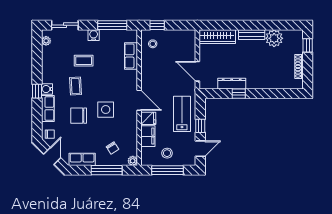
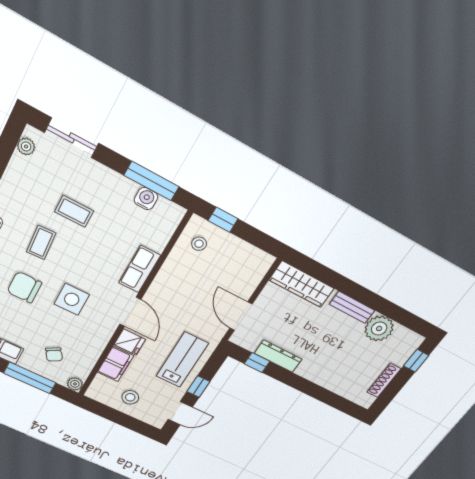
water cooler: (94, 35) -> (146, 199), moved
row of seats: (131, 56) -> (140, 269), moved
window: (239, 94) -> (257, 363), moved
window: (168, 170) -> (118, 417), removed

